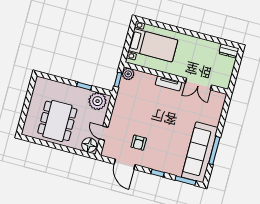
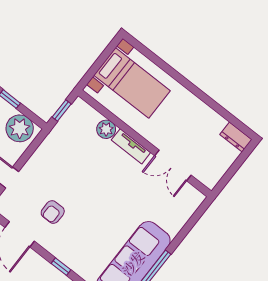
plant: (128, 74) -> (106, 129), moved

